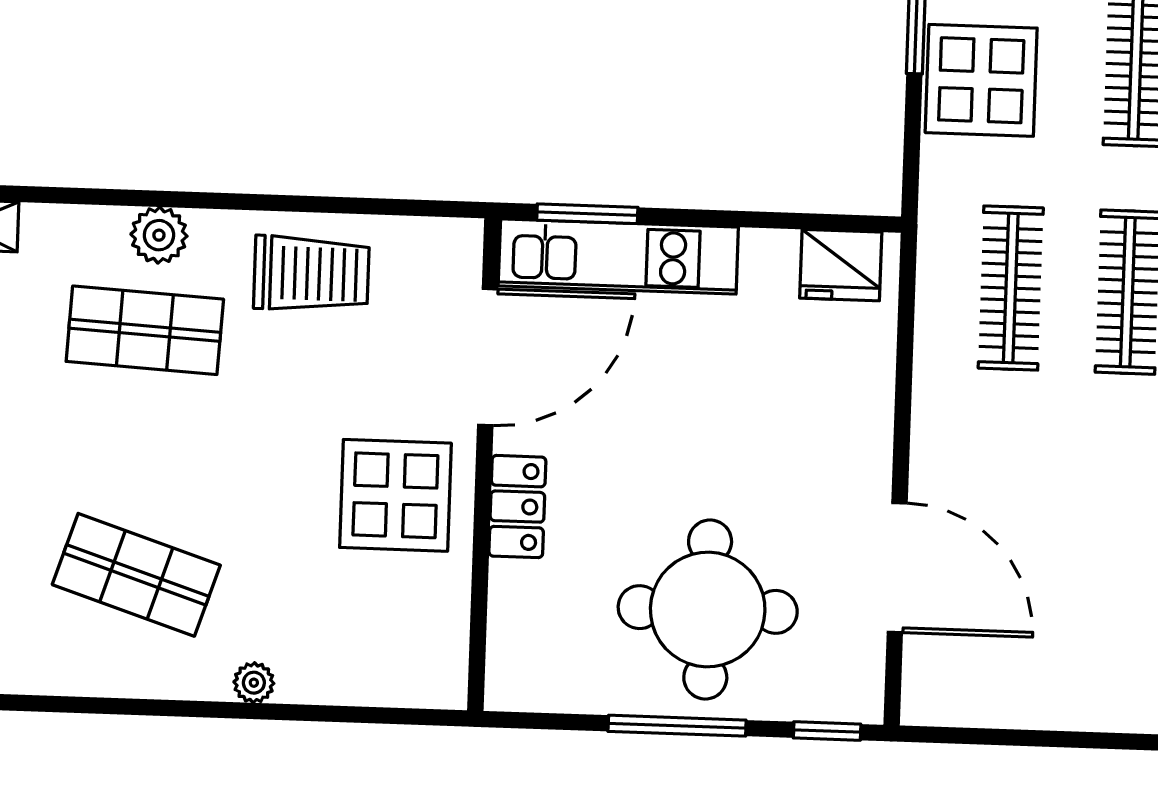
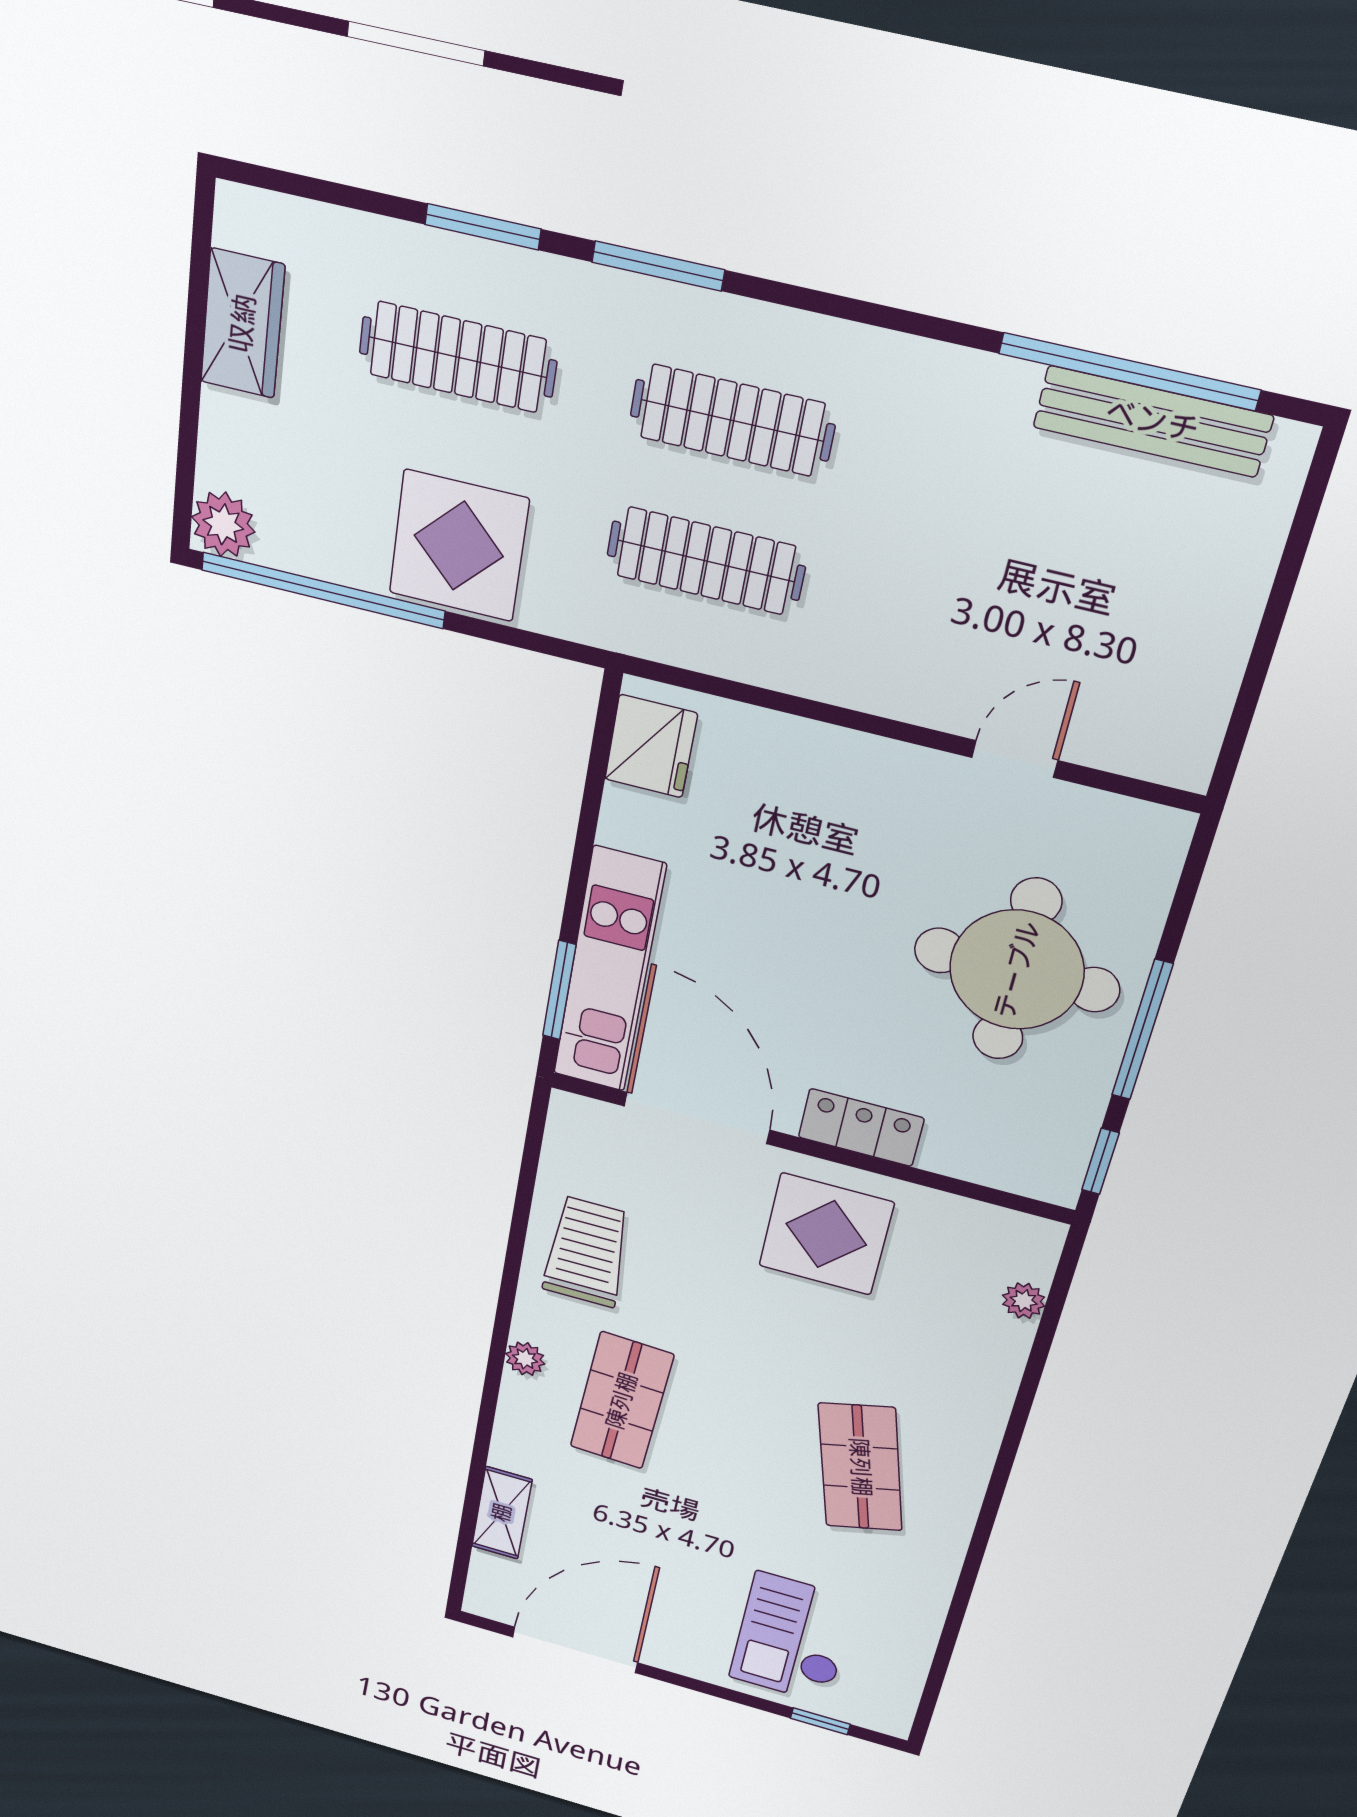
plant: (159, 235) -> (525, 1359), width x0.73, depth x0.73
door: (897, 568) -> (1015, 759), width x0.53
shop shelf: (136, 575) -> (860, 1467), turned -33
plant: (254, 683) -> (1024, 1301), moved
window: (827, 731) -> (1100, 1161), moved

